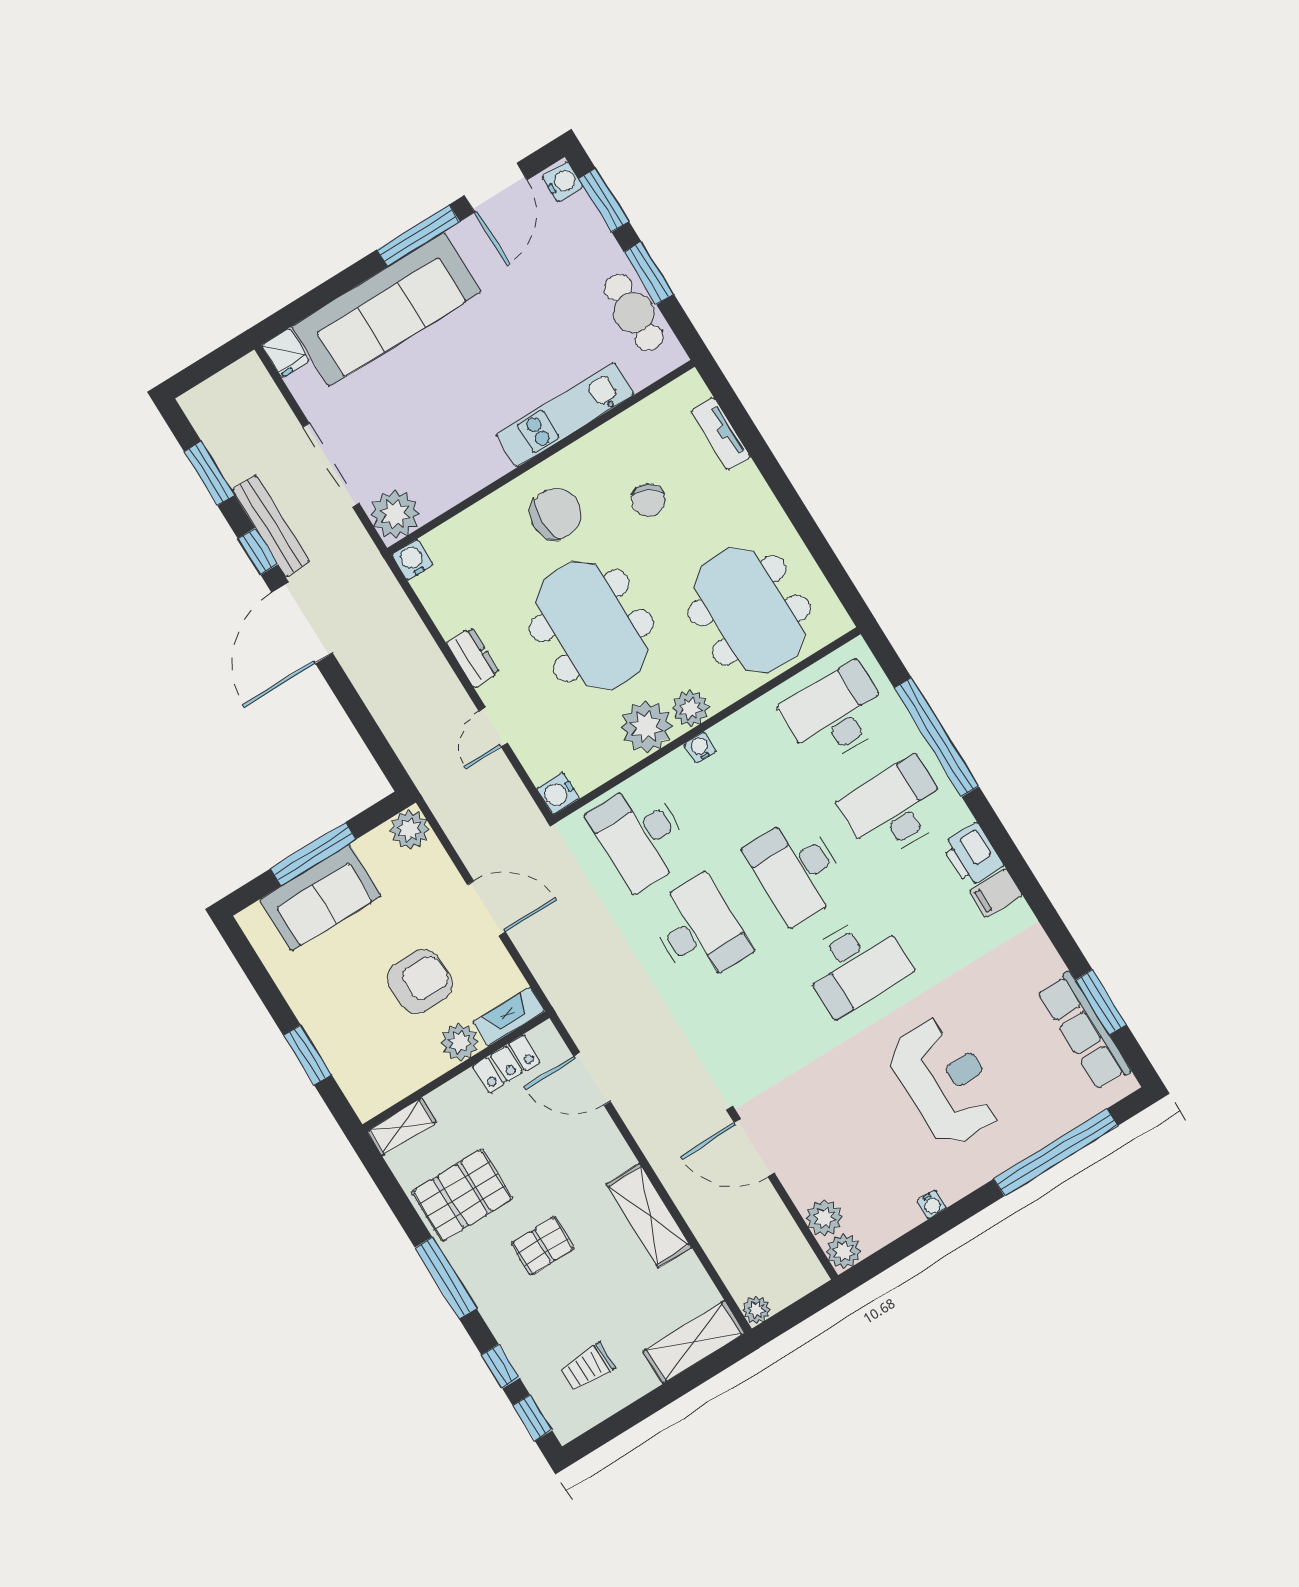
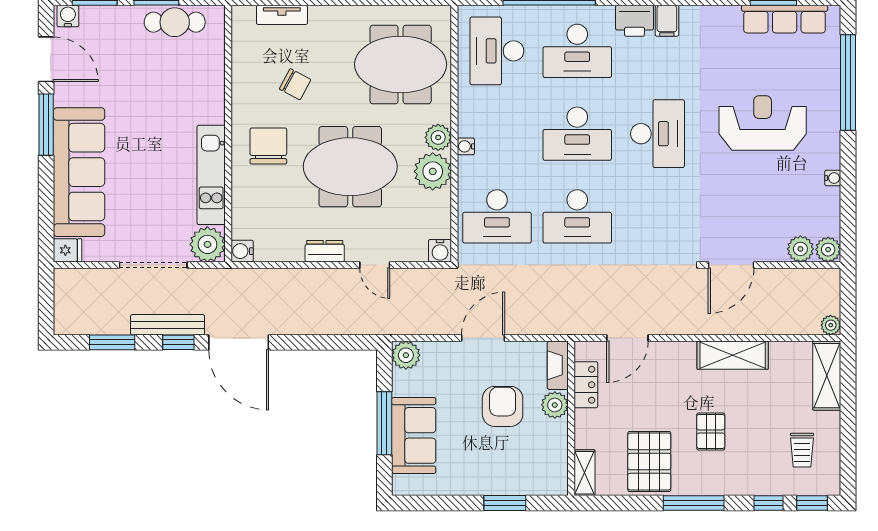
kitchen unit: (565, 415) -> (211, 175), moved
desk: (895, 809) -> (577, 51), turned -90
desk: (699, 930) -> (577, 216), turned 180

